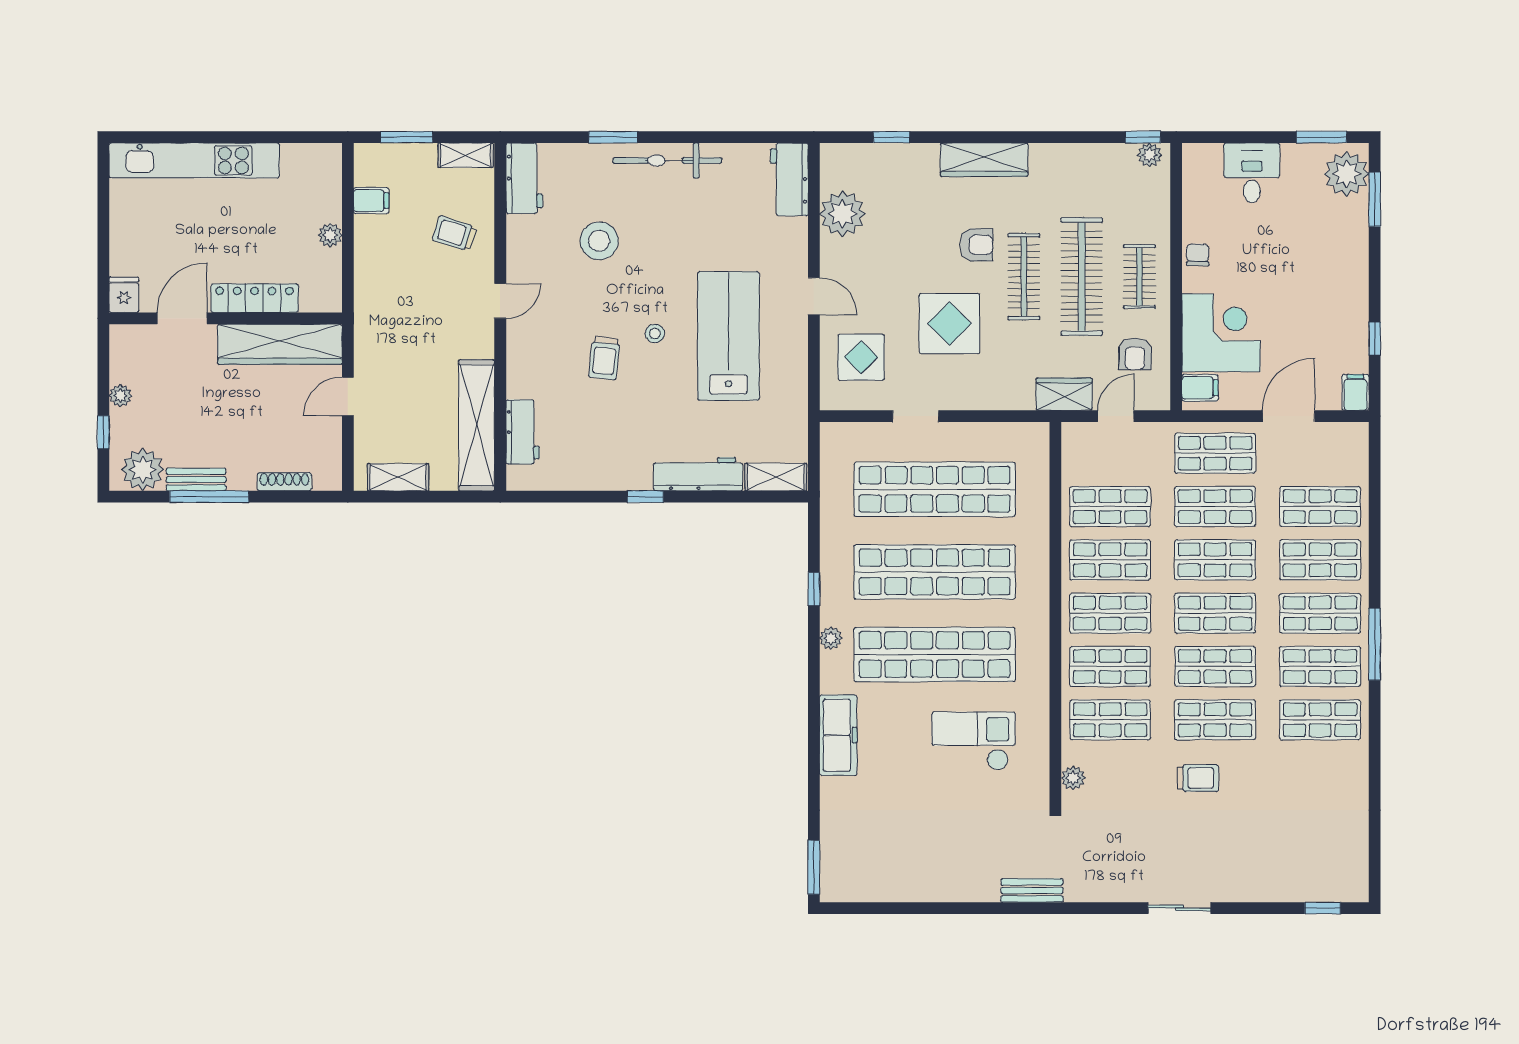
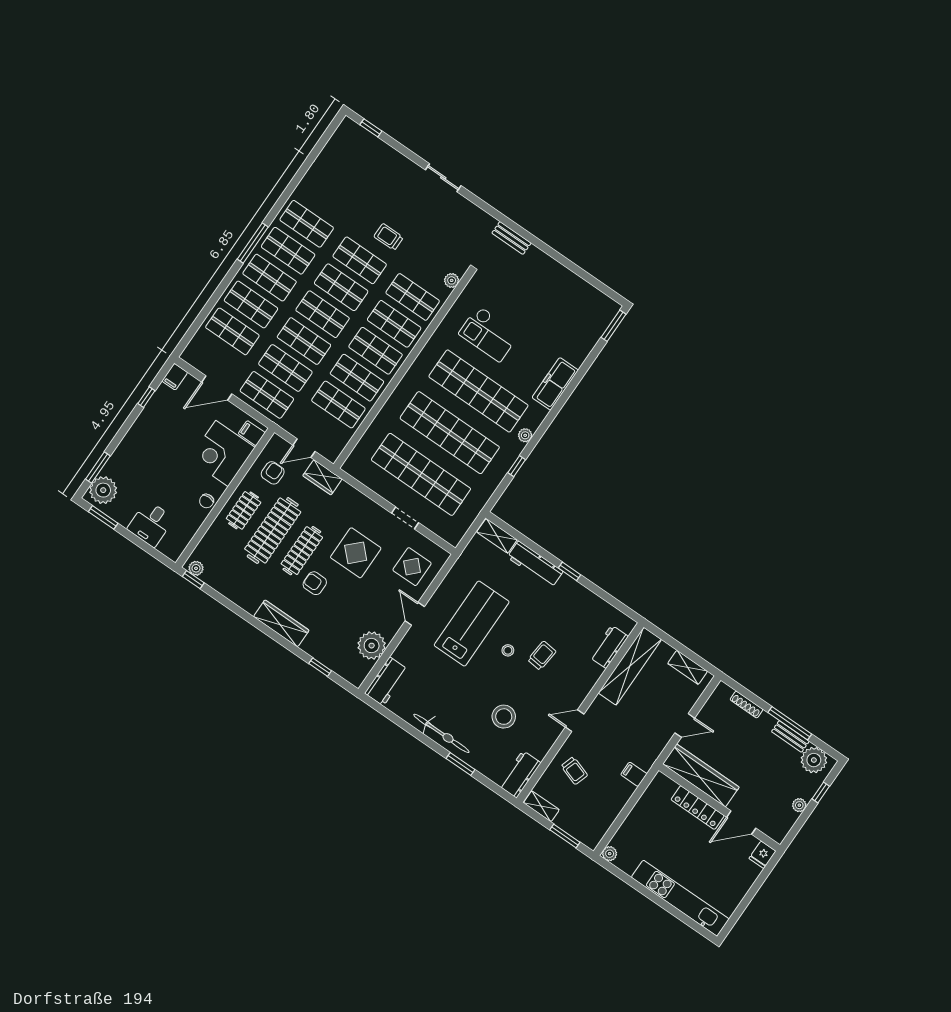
filing cabinet: (371, 201) -> (634, 774), moved
plant: (330, 235) -> (610, 854), moved
lab bench: (728, 336) -> (472, 624), turned 180

